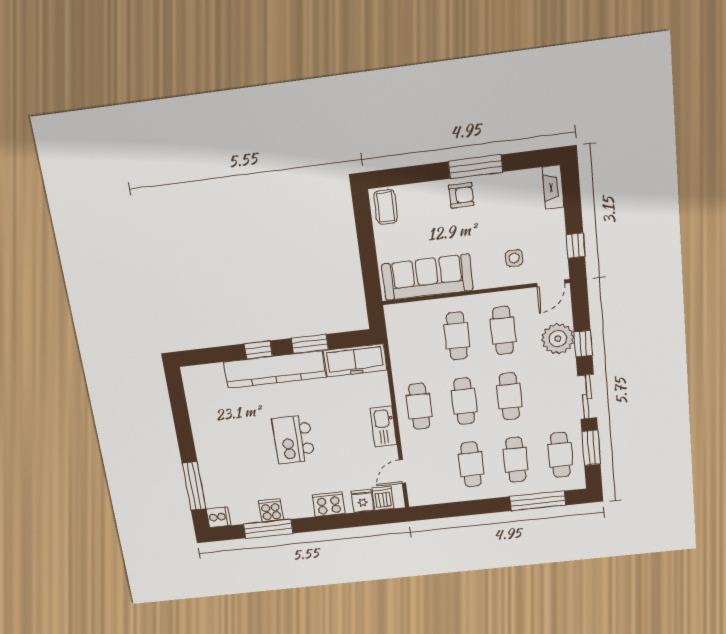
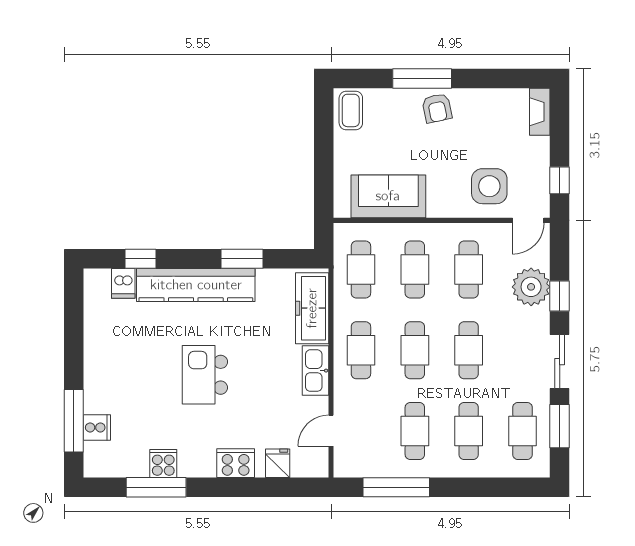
window: (476, 167) -> (422, 78), moved
armchair: (461, 195) -> (437, 108), turned 78
side table: (514, 258) -> (489, 186), width x1.87, depth x1.87
sofa: (427, 277) -> (388, 196), width x0.73
cafe table: (411, 341) -> (361, 270), added
window: (258, 350) -> (141, 259), moved
freezer: (355, 360) -> (312, 308), moved, turned 90
dishwasher: (383, 498) -> (123, 283), moved, turned 180
window: (538, 501) -> (396, 487), moved
cooker: (218, 517) -> (97, 427), moved

